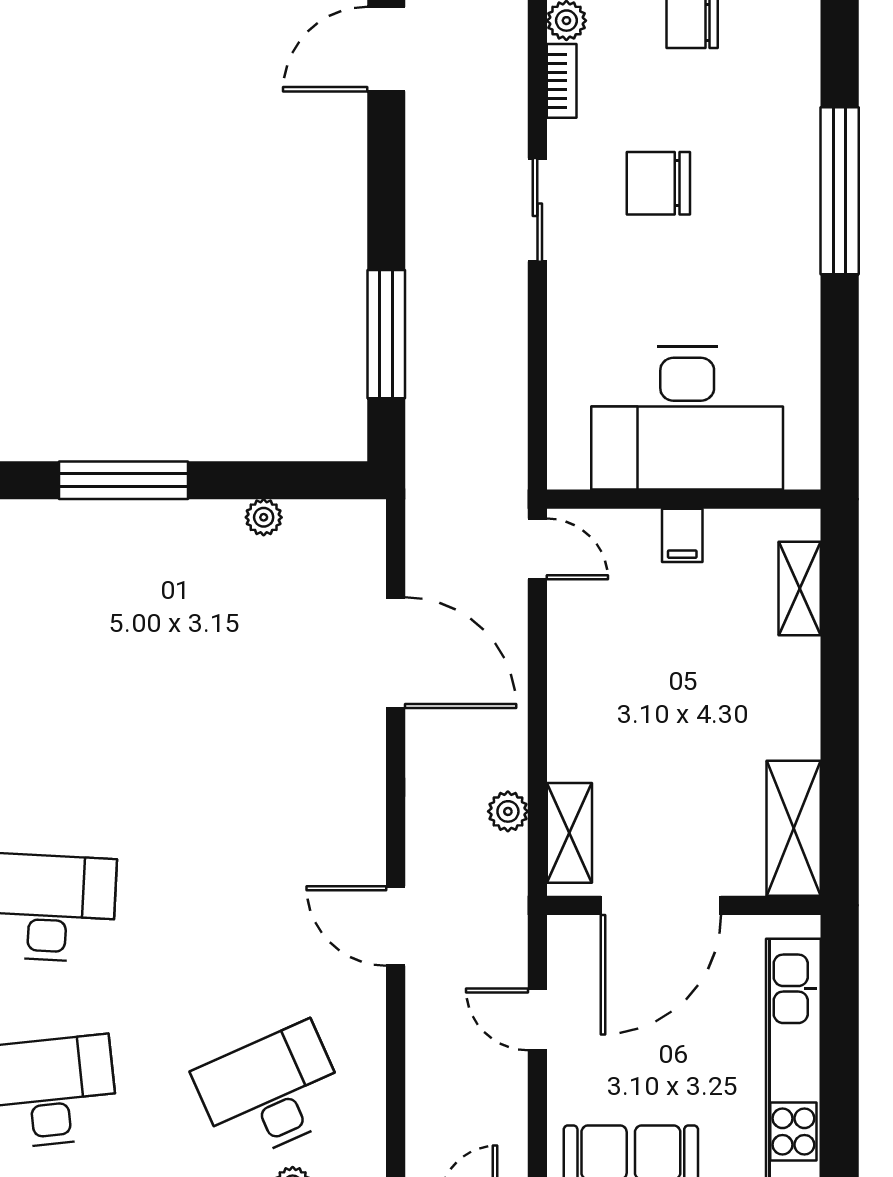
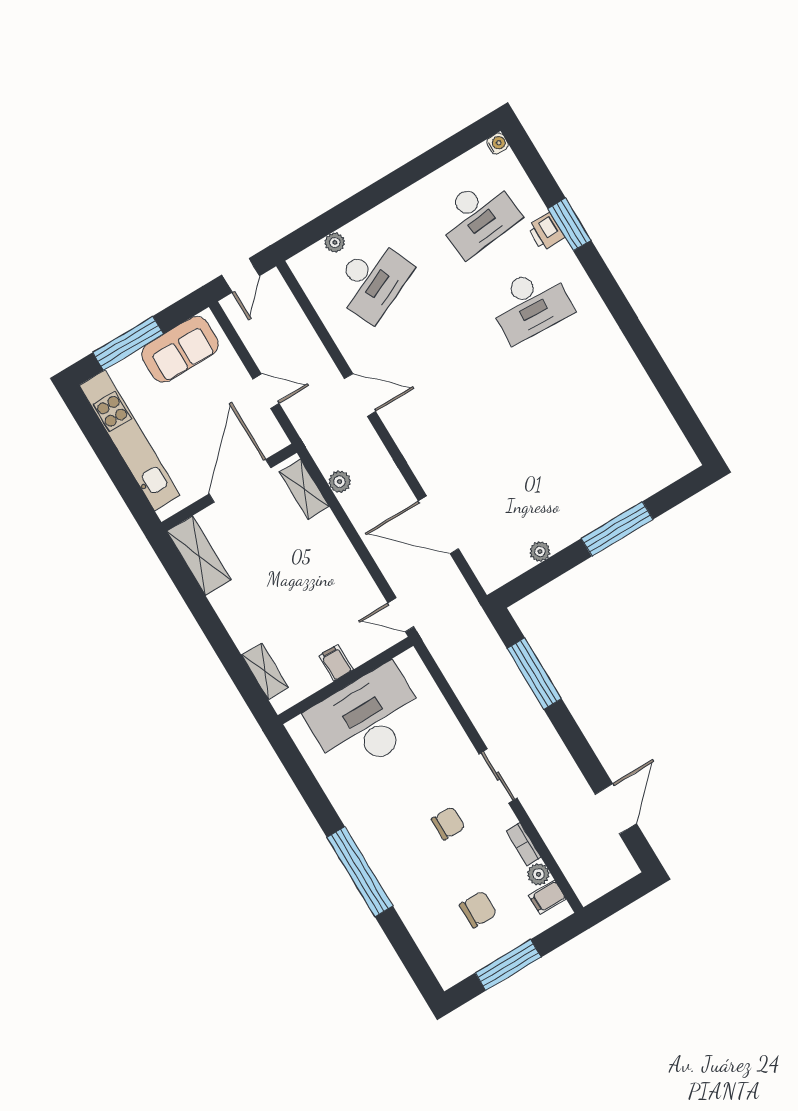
chair: (658, 183) -> (448, 823), width x0.73, depth x0.73

